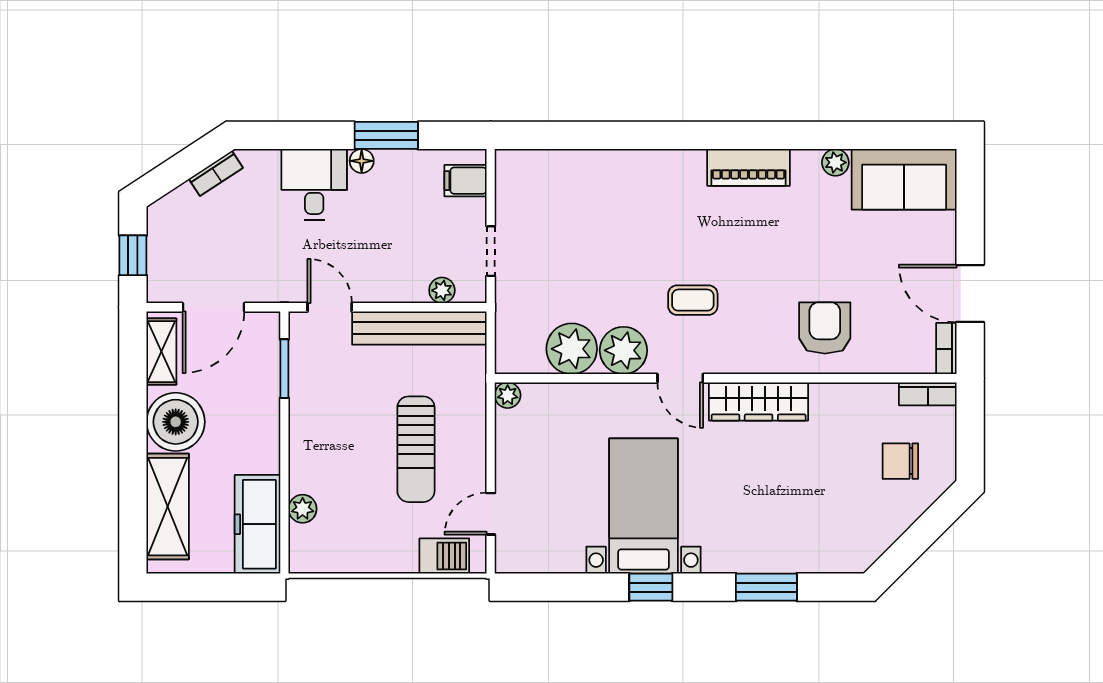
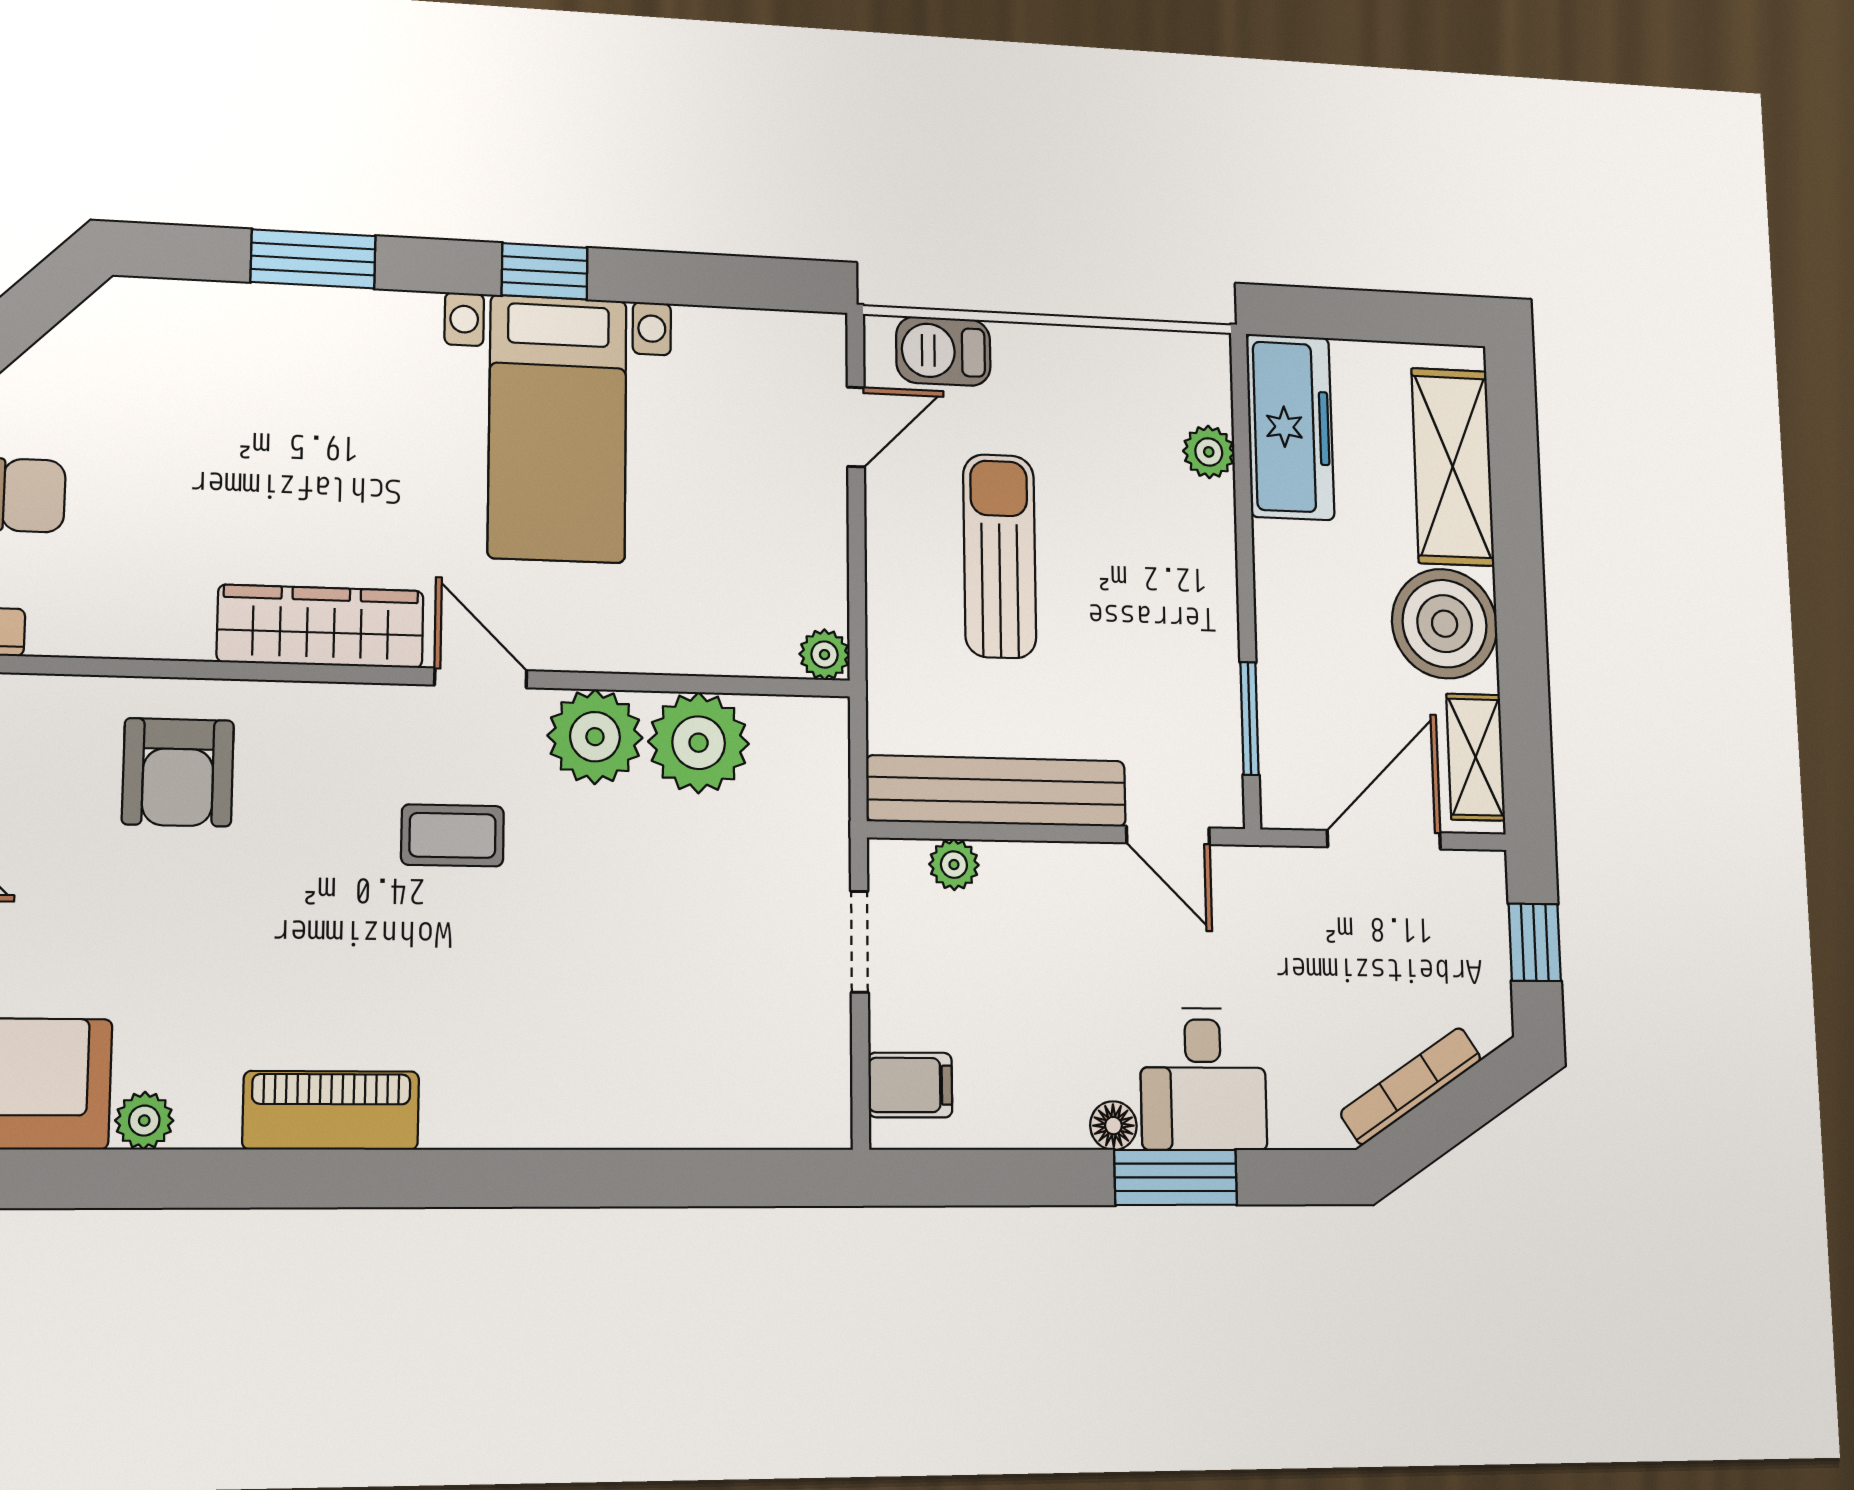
window: (386, 135) -> (1176, 1177), moved
bookcase: (216, 173) -> (1411, 1086), width x1.56

